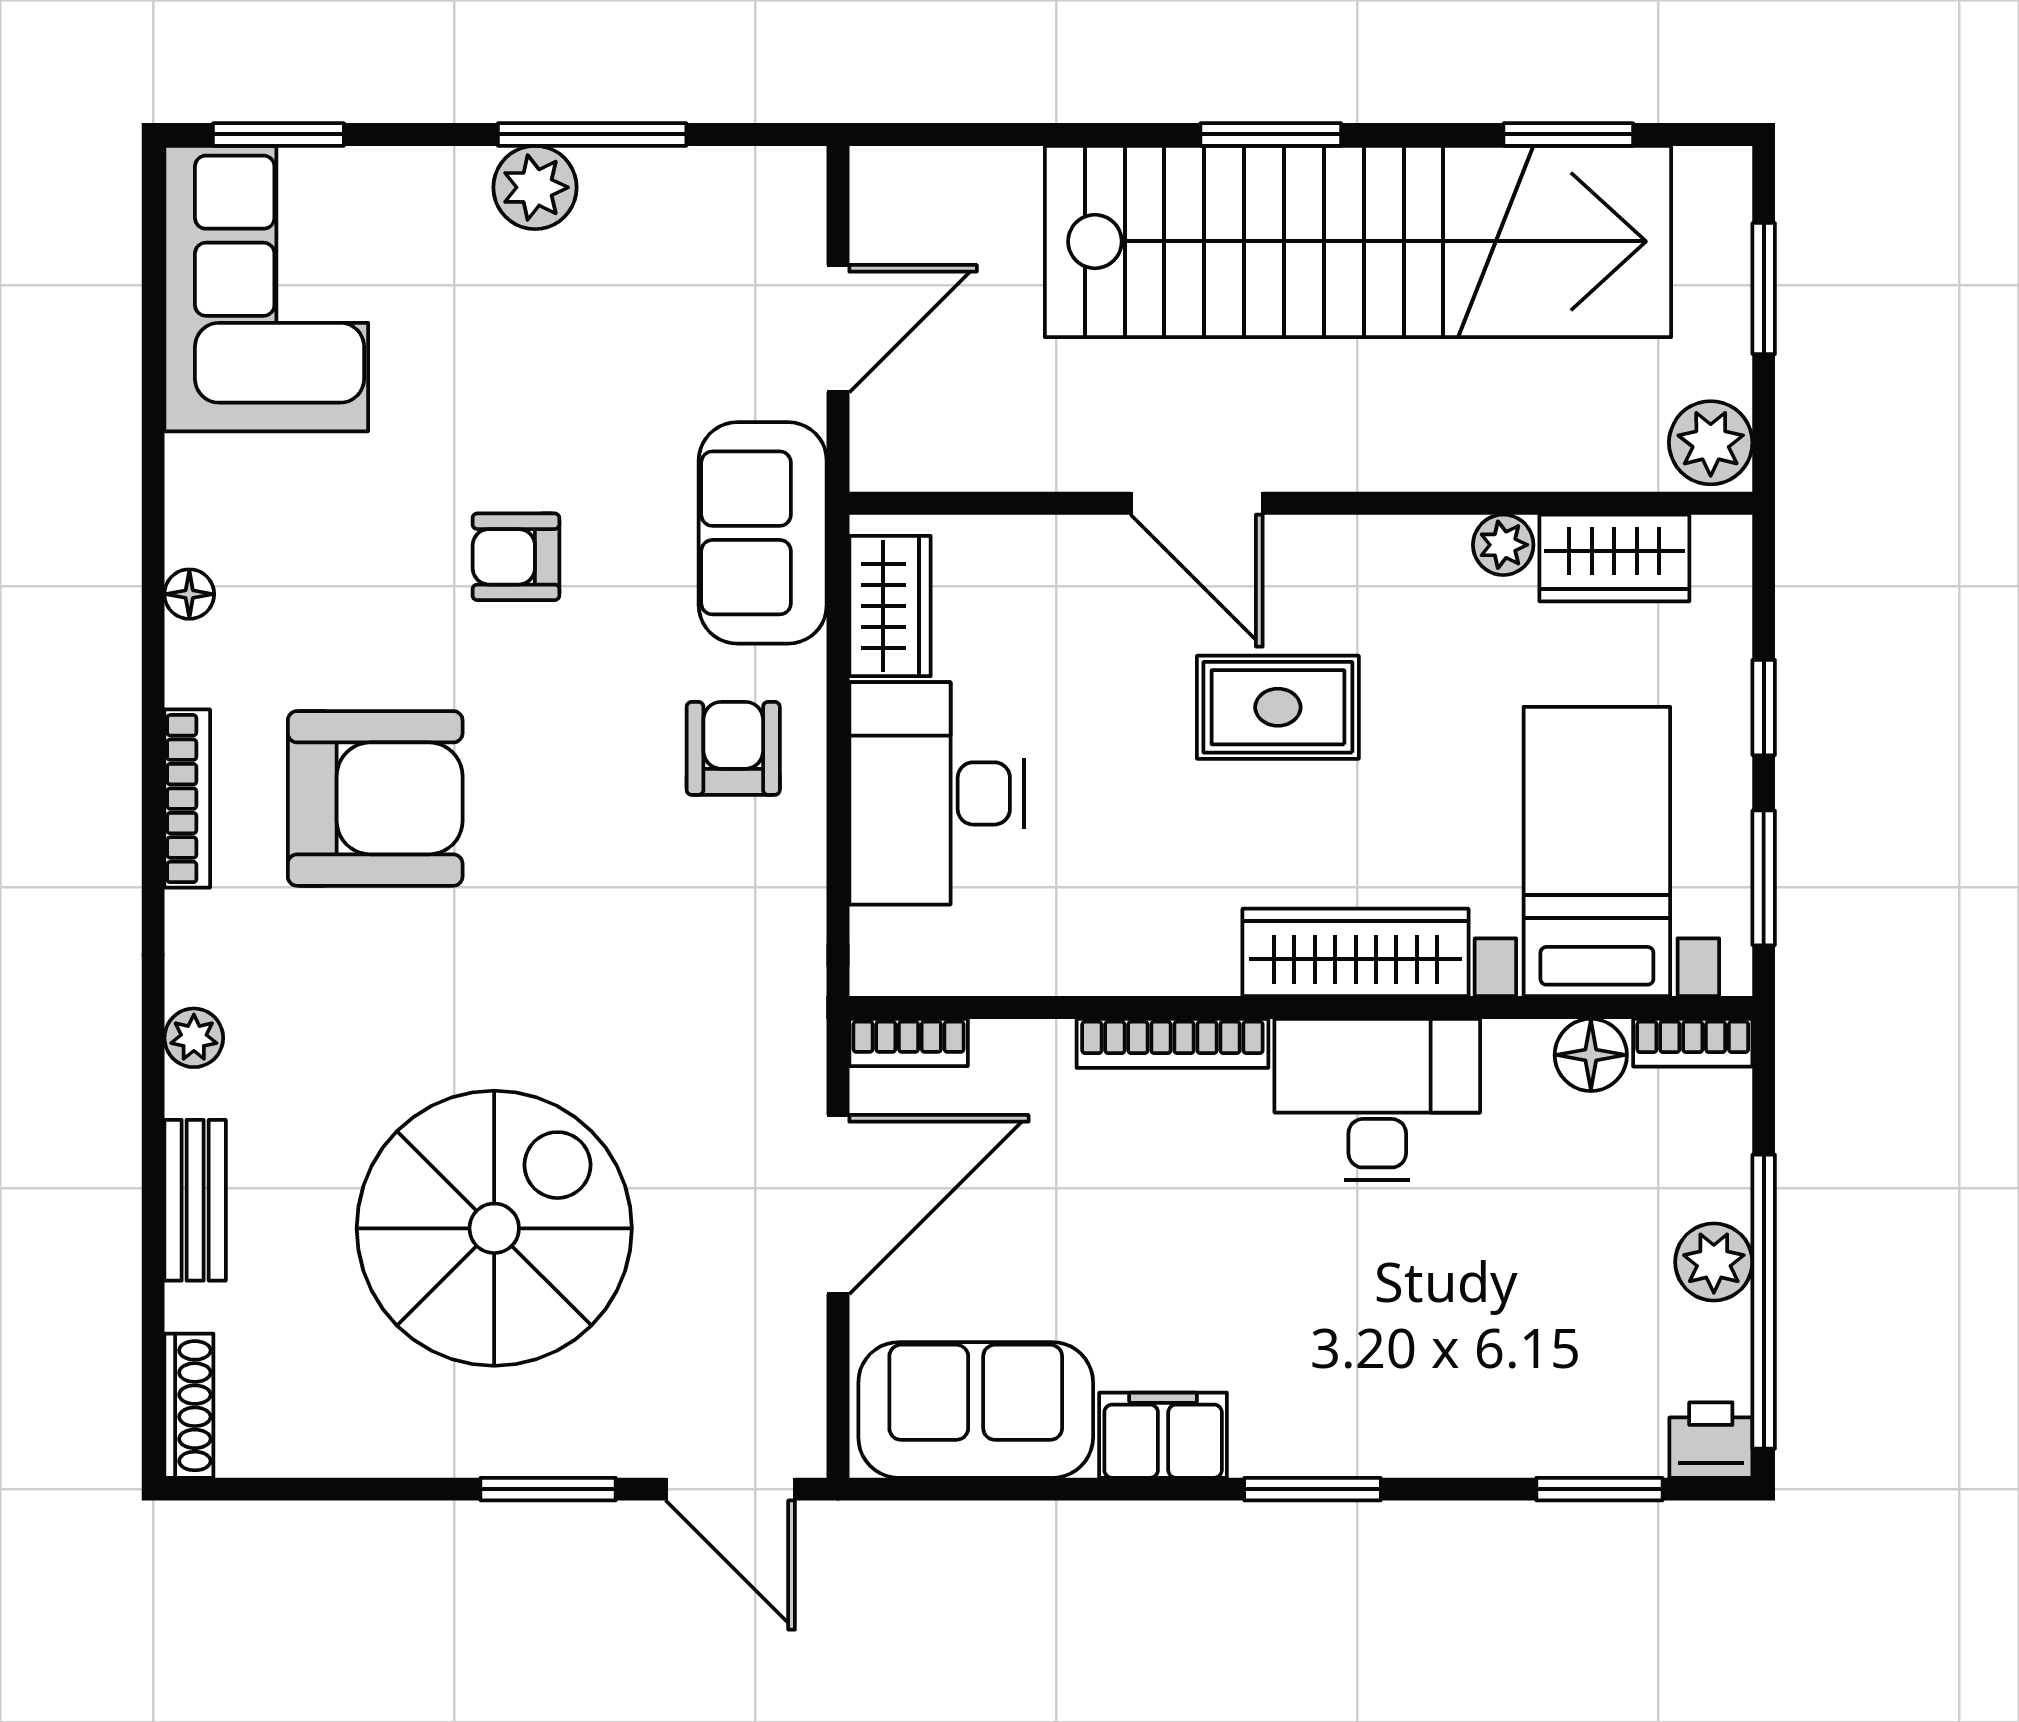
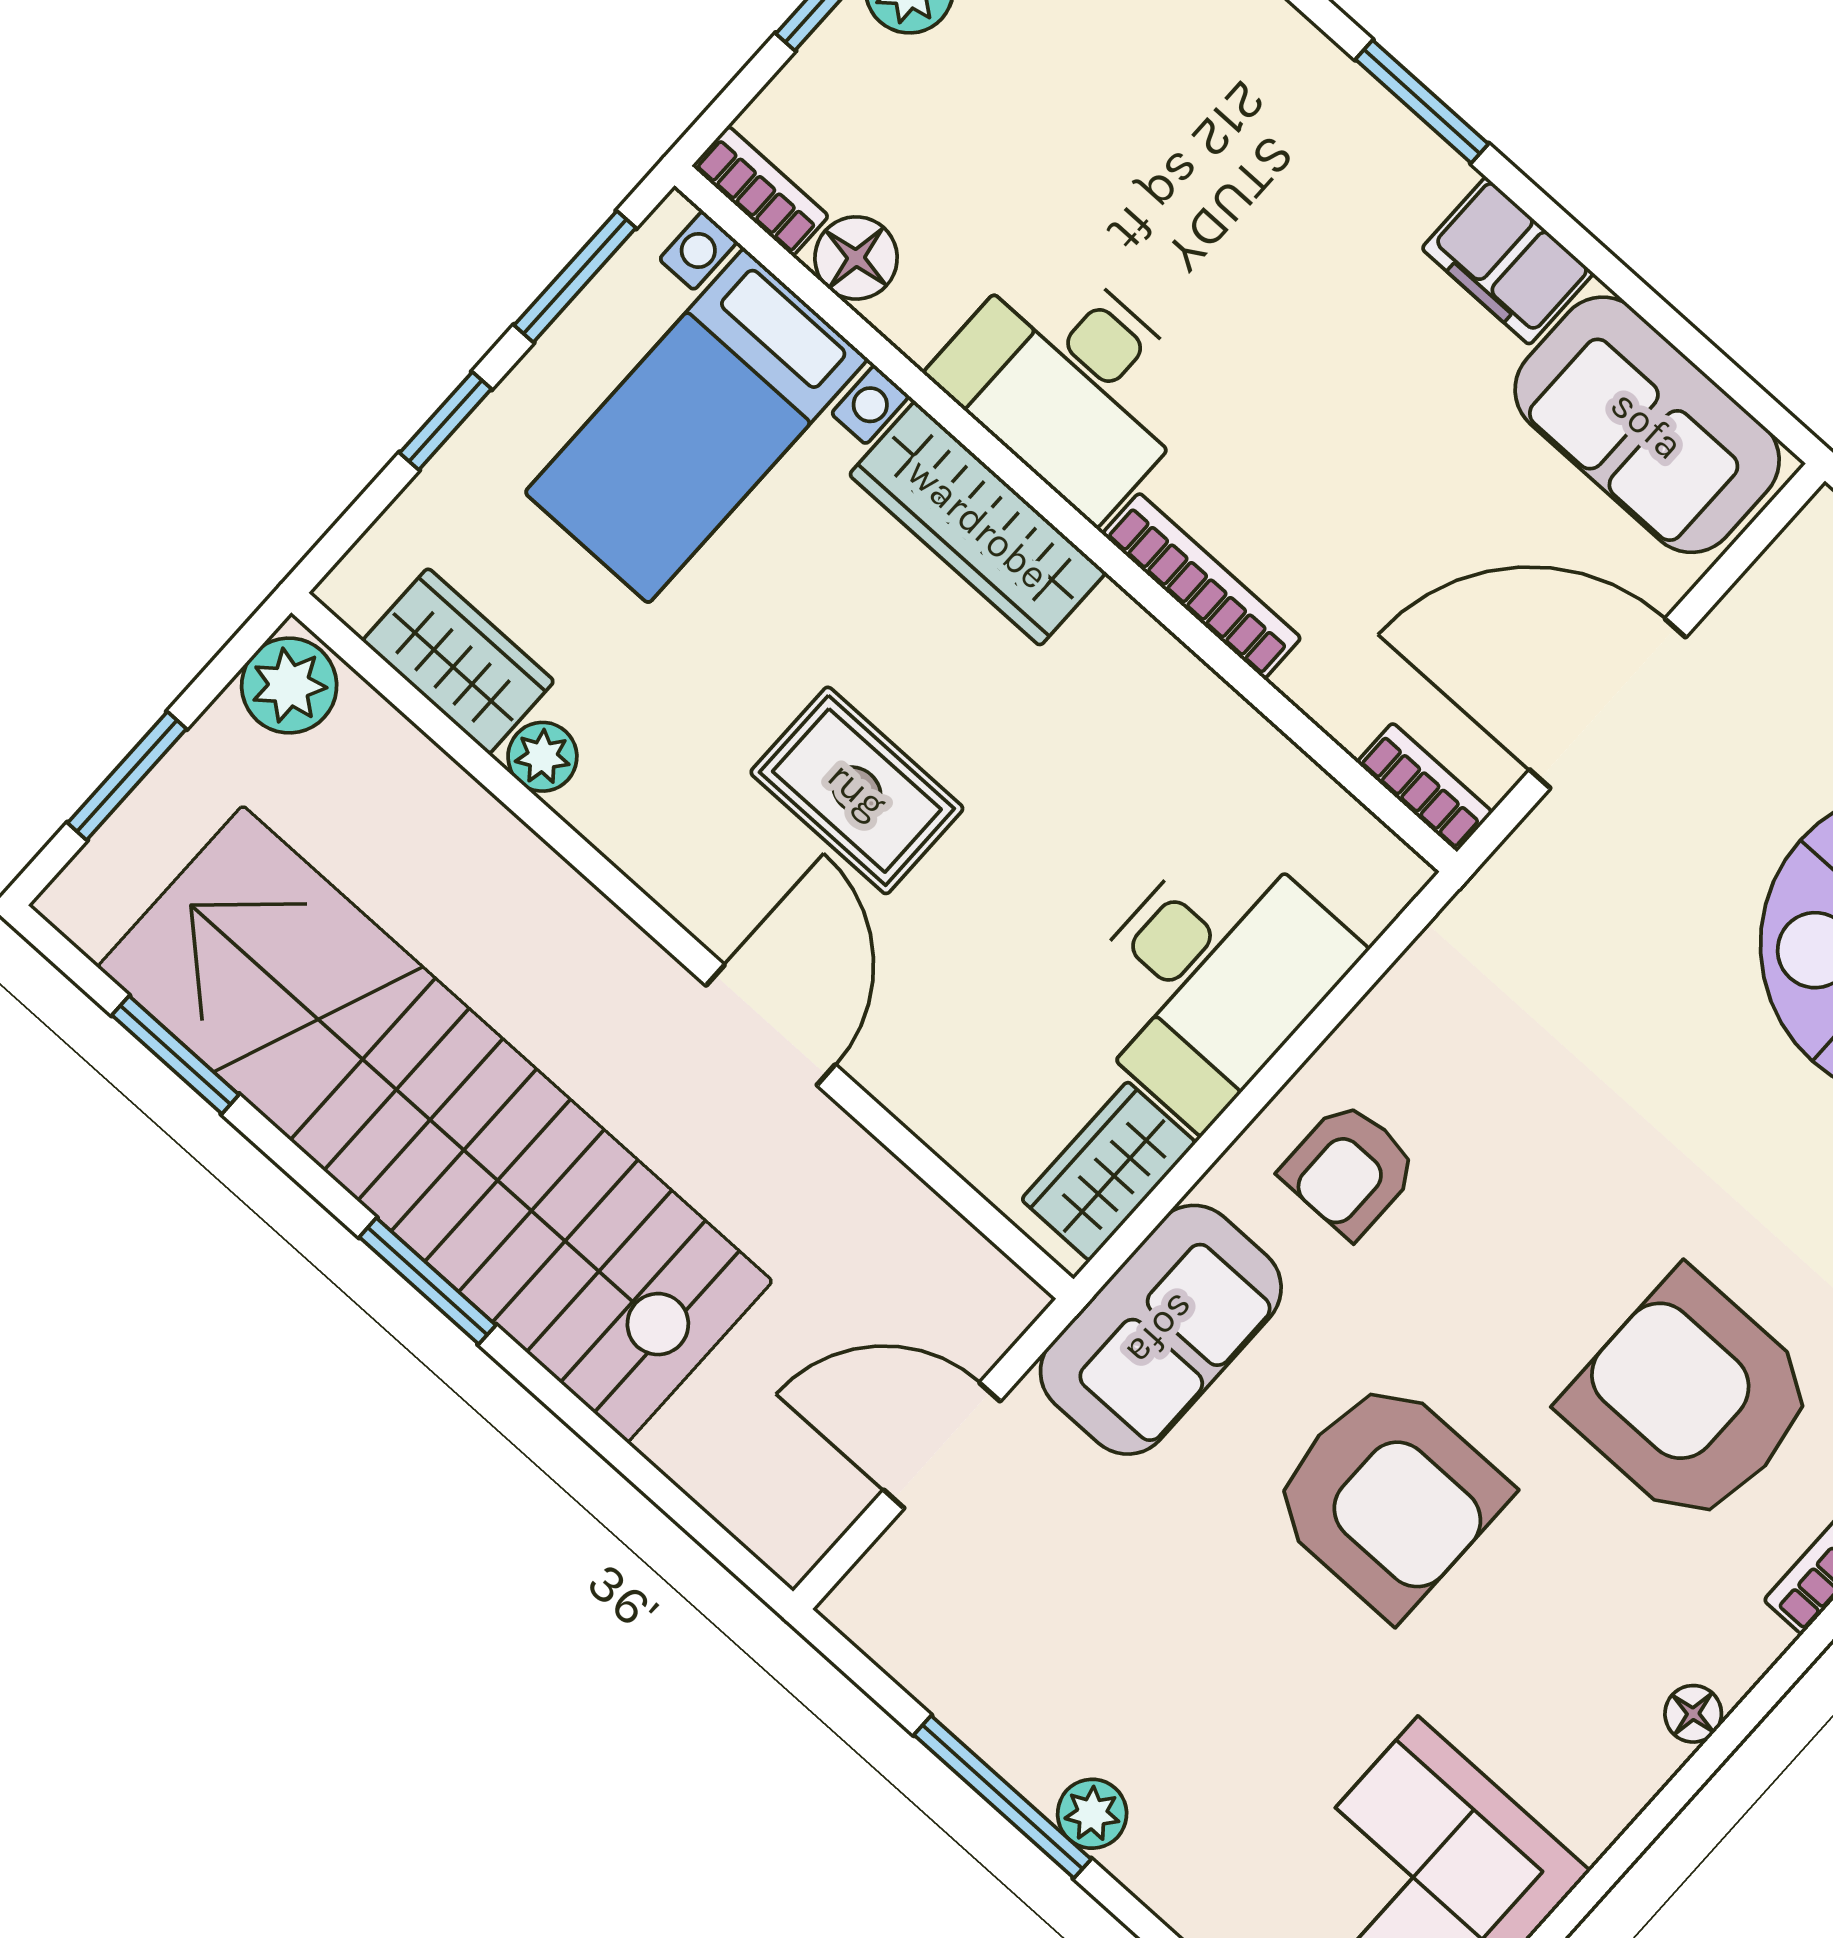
plant: (535, 187) -> (1092, 1814), width x0.73, depth x0.73
armchair: (516, 557) -> (1388, 1497), width x1.88, depth x1.88

